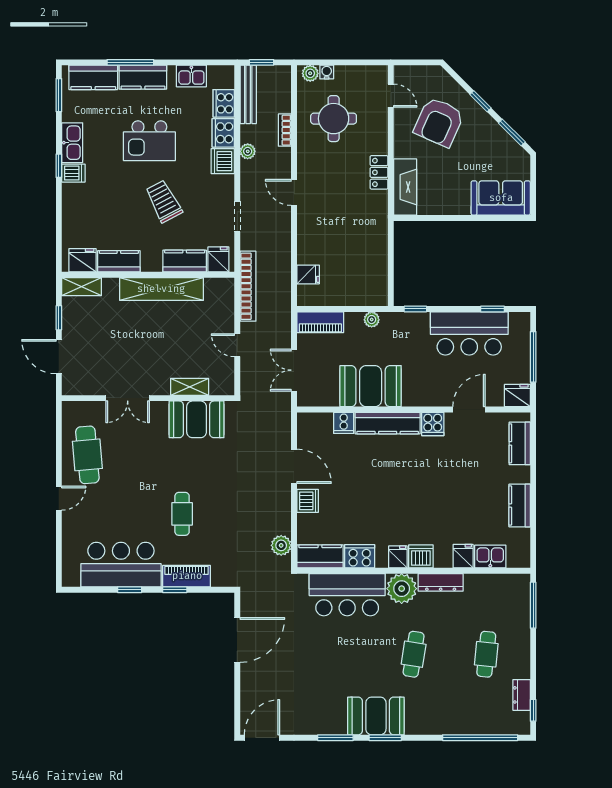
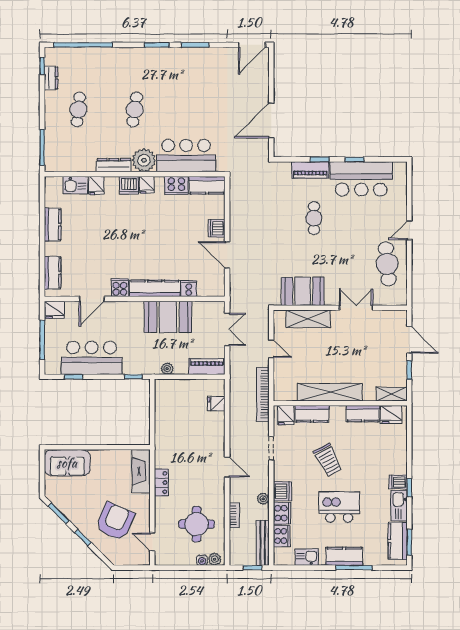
kitchen counter: (93, 77) -> (398, 541), moved, turned -90
shelving: (190, 387) -> (308, 319), width x1.50, depth x1.33
plant: (281, 545) -> (237, 194), removed
booth: (376, 716) -> (164, 62), removed

